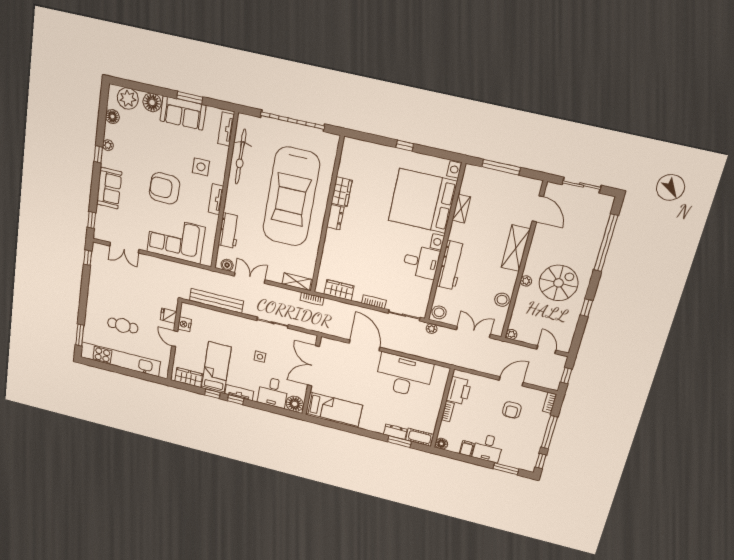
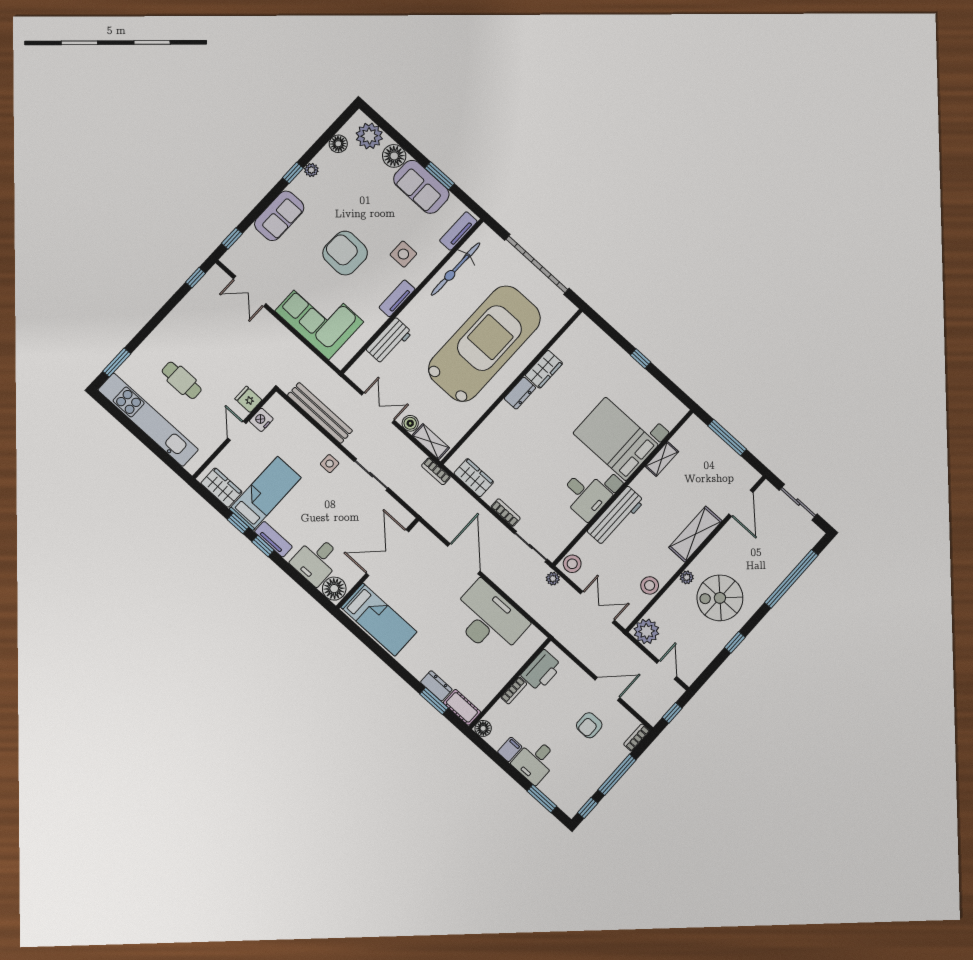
car: (291, 197) -> (484, 344), turned 180
bed with nightstands: (423, 201) -> (616, 439), width x0.73
boiler: (227, 265) -> (410, 423), moved
spiral stairs: (558, 283) -> (720, 598), turned 180
plant: (511, 334) -> (646, 631), width x1.88, depth x1.88
side table: (260, 357) -> (330, 464), moved

